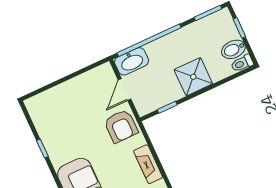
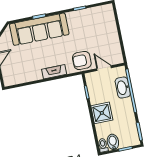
washbasin: (132, 61) -> (123, 88), moved

